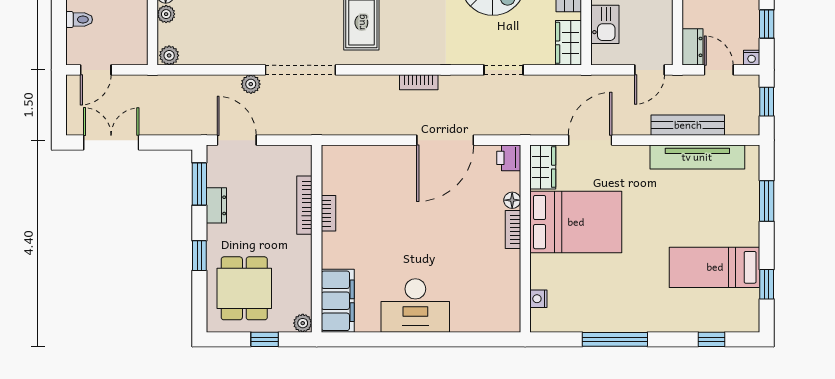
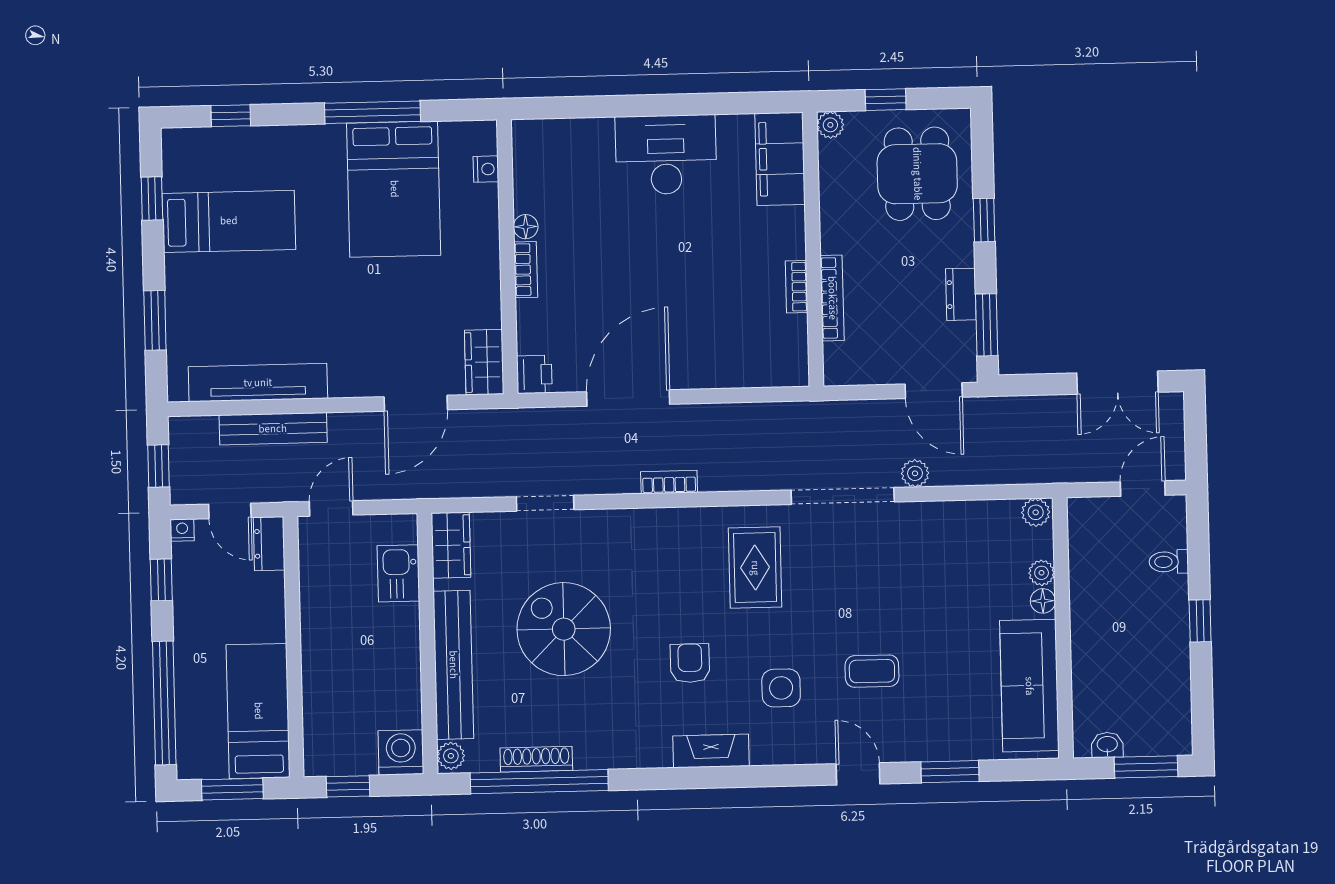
floor lamp: (512, 200) -> (526, 227), moved
bed: (576, 222) -> (394, 189), moved, turned -90

